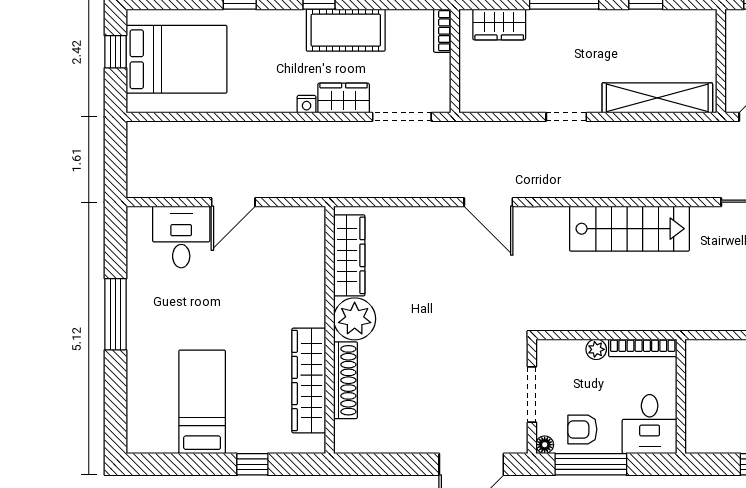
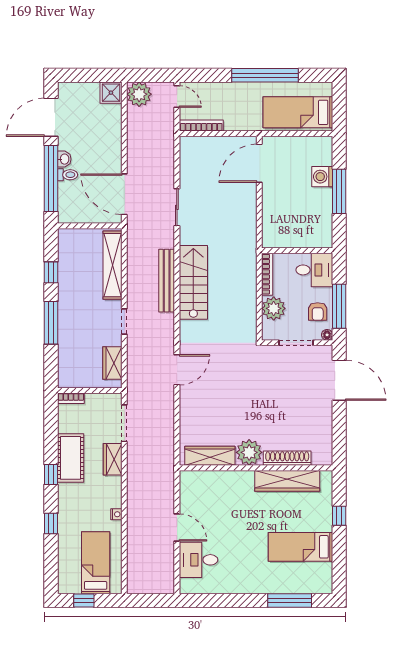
wardrobe: (499, 25) -> (112, 363), moved, turned 180
bed: (177, 59) -> (96, 563), width x0.67
nightstand: (307, 104) -> (116, 514), moved
bench: (632, 185) -> (167, 281), added
window: (116, 314) -> (290, 600), moved
plant: (596, 349) -> (274, 308), width x1.88, depth x1.88

